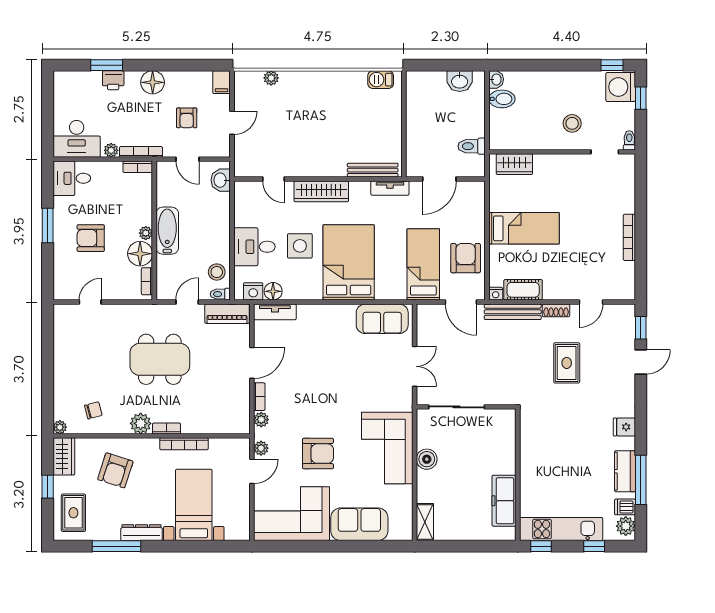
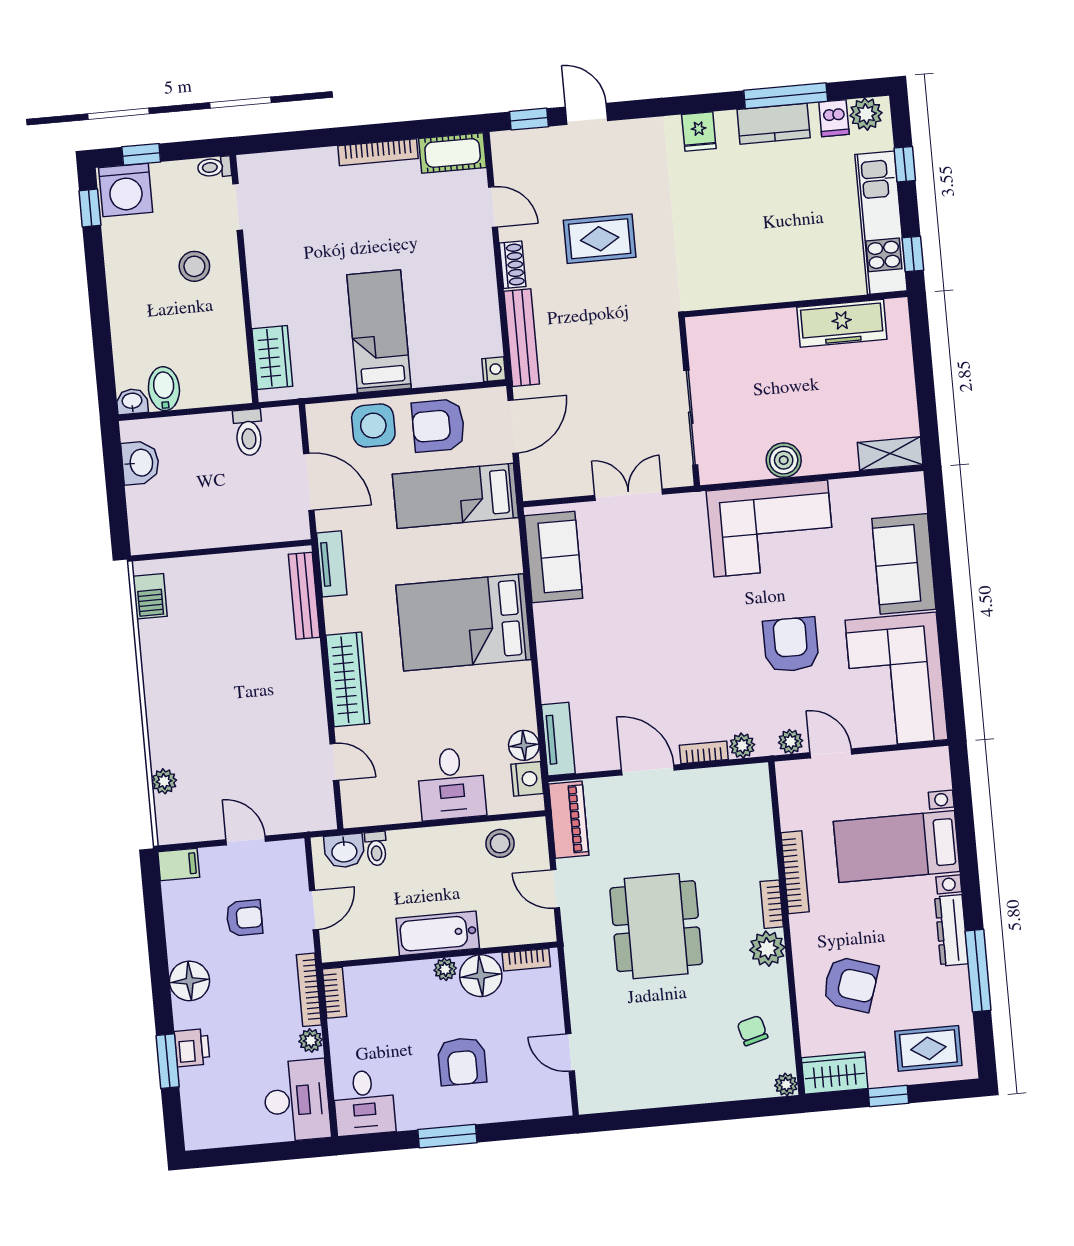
door: (273, 179) -> (334, 762), hinge flipped
side table: (300, 246) -> (373, 426), moved
cot: (523, 290) -> (453, 153), moved, turned 90
toilet: (220, 294) -> (376, 849), moved

